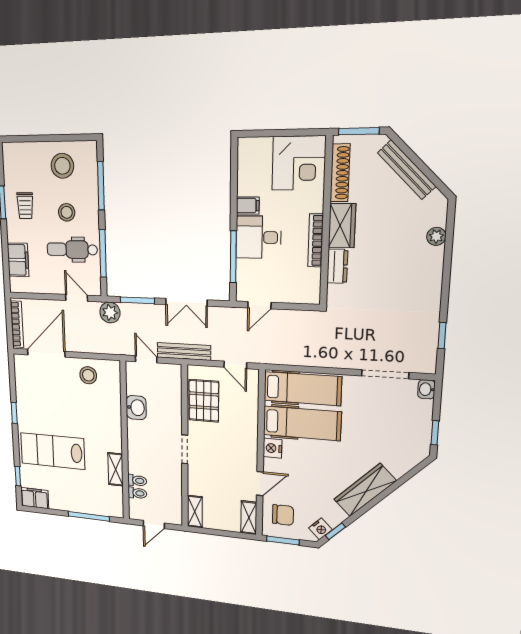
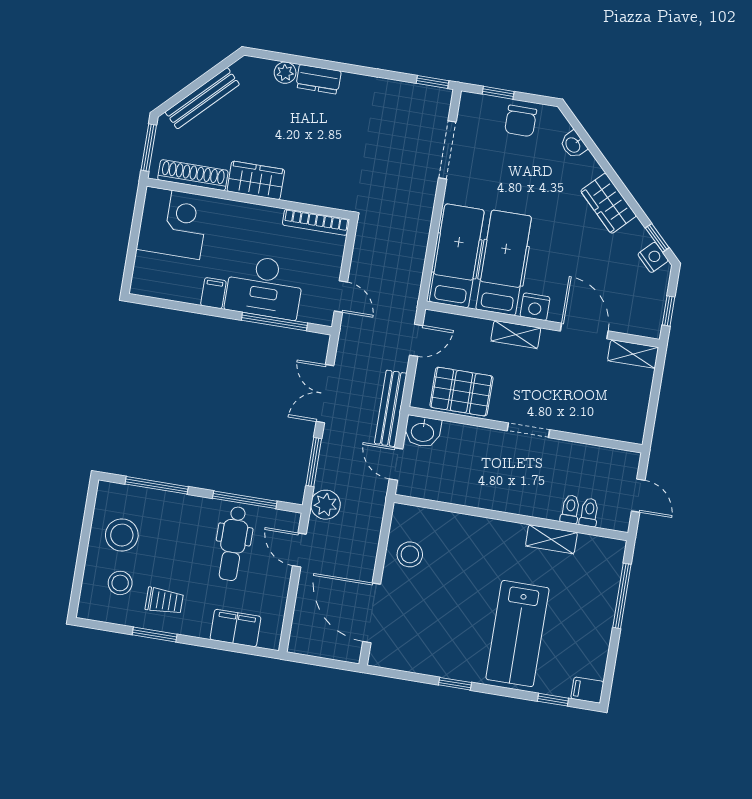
stool: (67, 212) -> (120, 583), moved
desk: (258, 237) -> (264, 287), width x1.37
bookcase: (316, 240) -> (316, 222), moved
dresser: (337, 266) -> (318, 79), moved, turned 180
door: (77, 298) -> (299, 550), hinge flipped
double door: (186, 302) -> (325, 394), swing flipped
bookcase: (17, 324) -> (325, 650), removed
window: (442, 335) -> (432, 82), moved
door: (146, 359) -> (396, 464), hinge flipped
washbasin: (426, 389) -> (573, 145), moved, turned 45
washbasin: (136, 408) -> (423, 432), moved, turned 180
window: (435, 433) -> (498, 93), moved
door: (260, 484) -> (584, 331), width x1.38
wardrobe: (365, 490) -> (608, 203), width x0.67
filing cabinet: (35, 498) -> (587, 690), width x0.50
shelving: (195, 512) -> (516, 335), moved
chair: (283, 515) -> (521, 121), moved, turned 180
window: (283, 540) -> (668, 311), width x0.67

